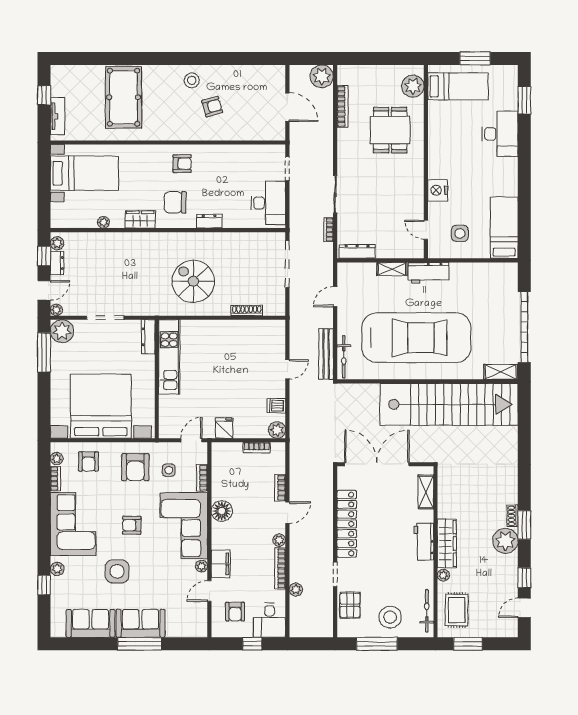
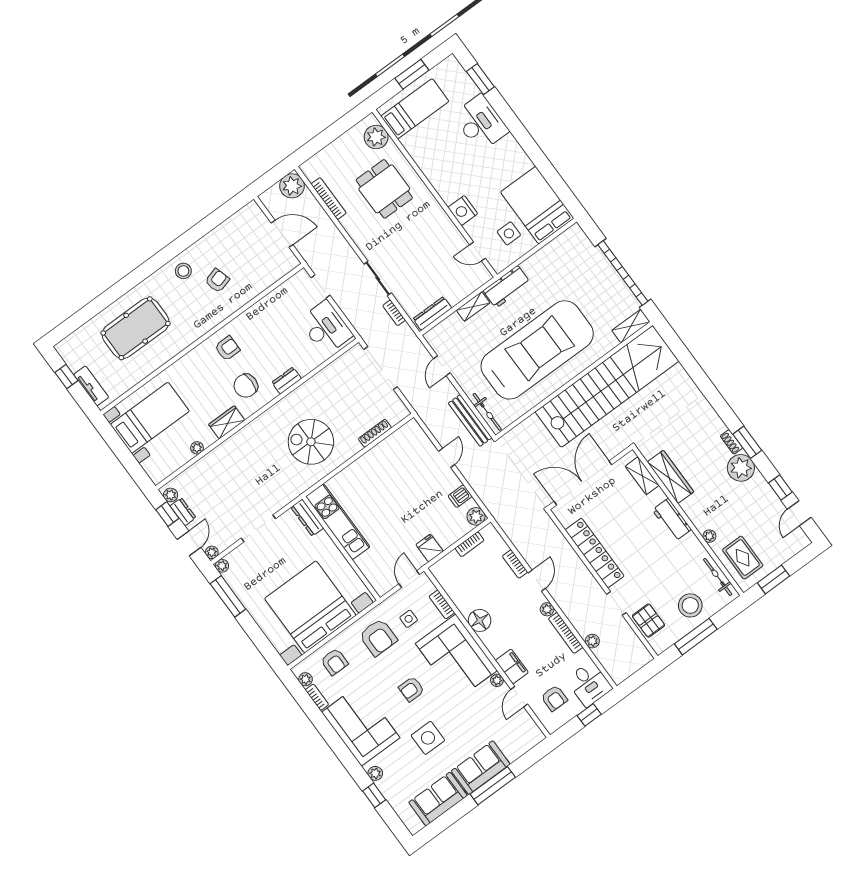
pool table: (124, 97) -> (136, 328), turned 90
bed: (504, 228) -> (537, 205), width x1.50
plant: (62, 331) -> (222, 566), width x0.53, depth x0.53
wardrobe: (447, 543) -> (671, 477), moved

